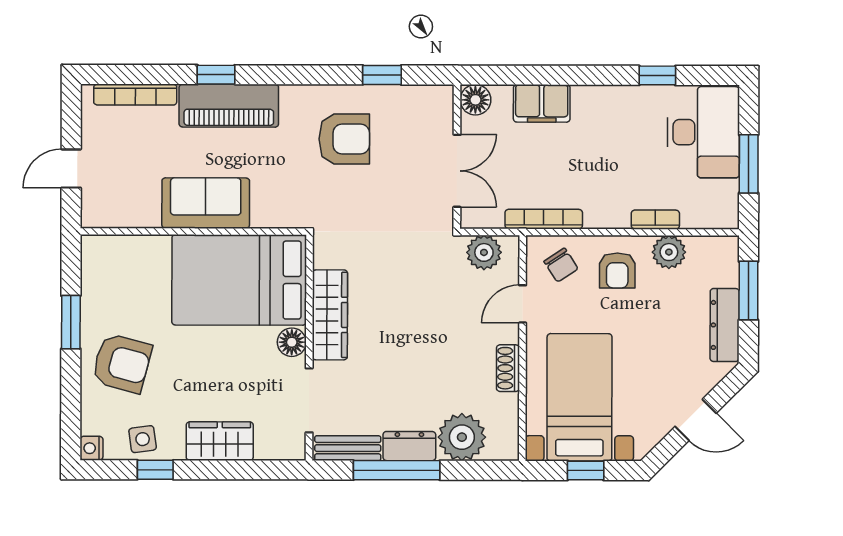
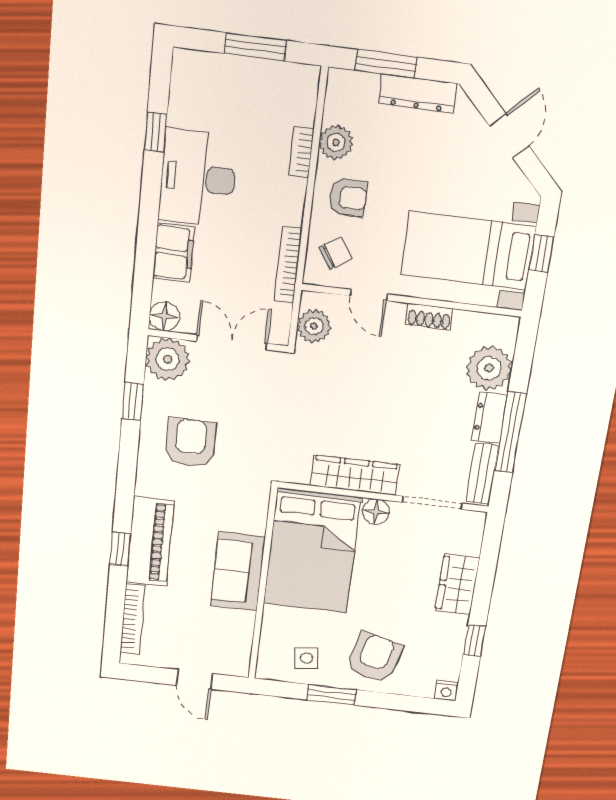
plant: (431, 107) -> (168, 359), added
desk: (703, 132) -> (198, 178), moved, turned -90
side table: (143, 439) -> (307, 658), moved

